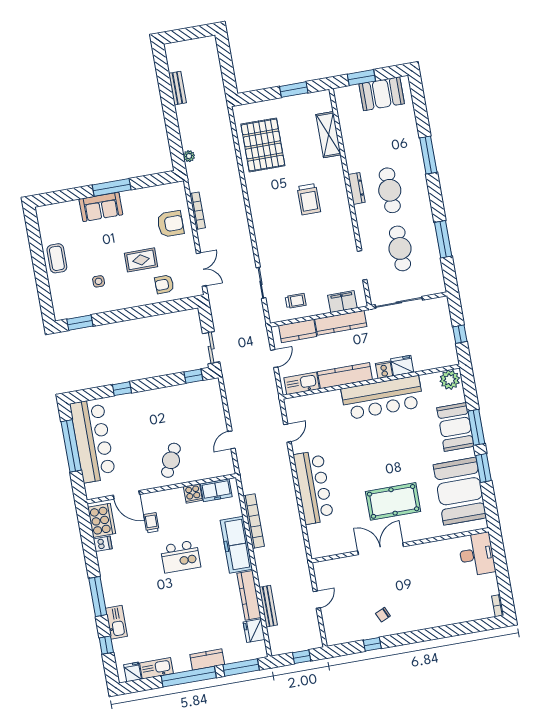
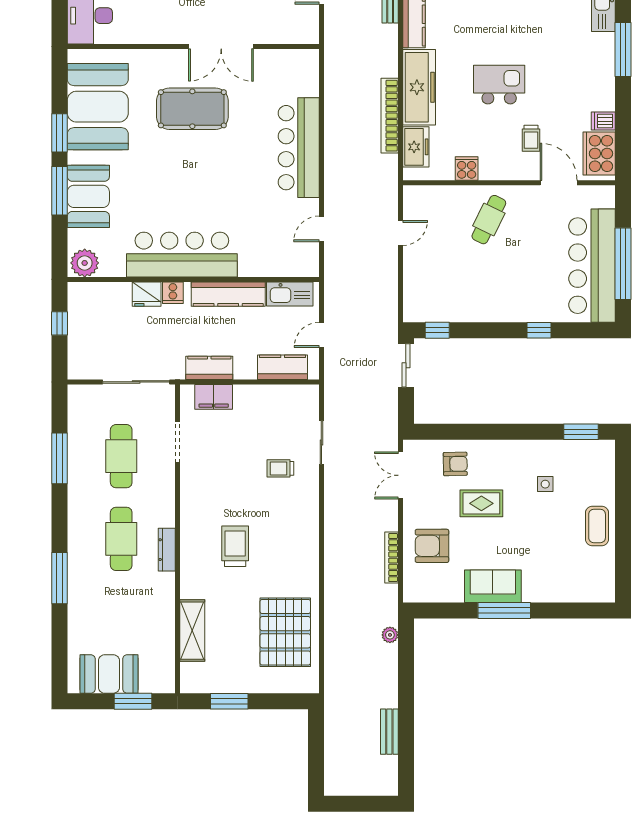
sofa: (101, 207) -> (493, 586), moved
trolley: (296, 301) -> (280, 468), moved
kitchen counter: (341, 323) -> (209, 368), width x0.67
freezer: (216, 490) -> (416, 147), moved, turned 90

